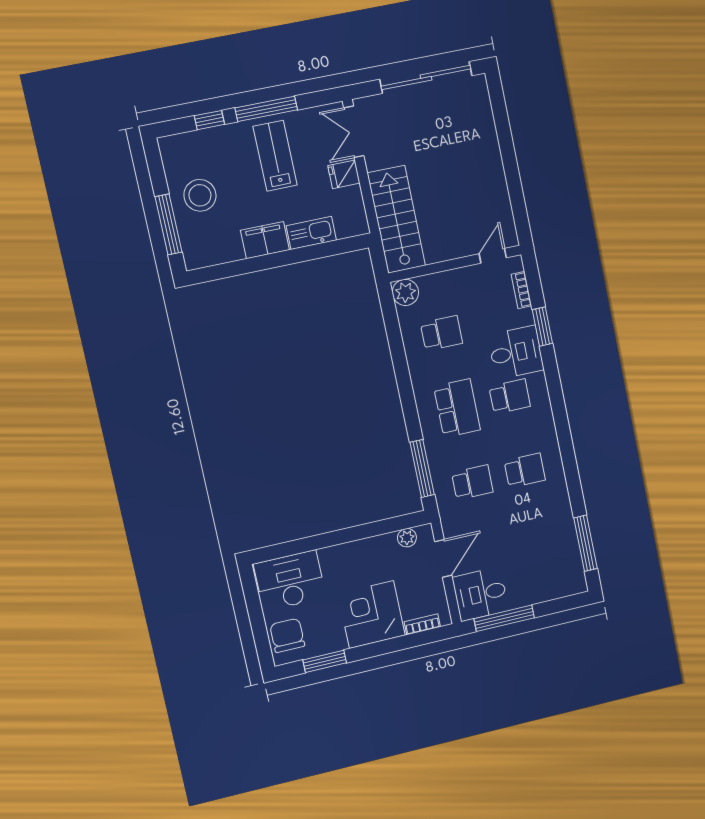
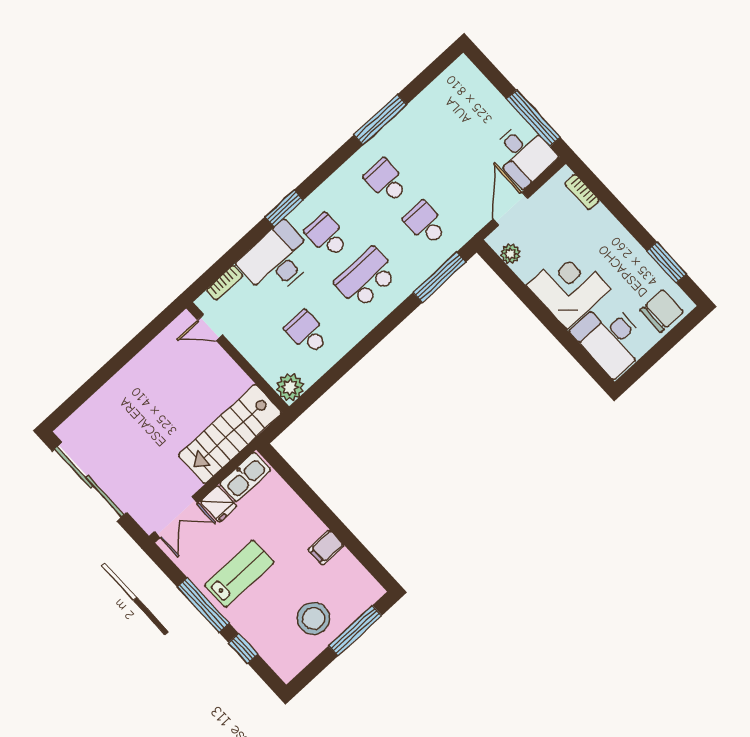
lab bench: (275, 156) -> (239, 574), turned 180
kitchen sink: (311, 233) -> (245, 477), moved, turned -90
filing cabinet: (265, 240) -> (326, 547), width x0.50
window: (542, 327) -> (284, 208), moved
desk: (516, 352) -> (277, 260), width x1.37
window: (586, 543) -> (380, 120), moved
door: (443, 558) -> (510, 209), hinge flipped
corner desk: (372, 615) -> (569, 287), moved, turned 180
chair: (287, 635) -> (662, 311), turned 180

